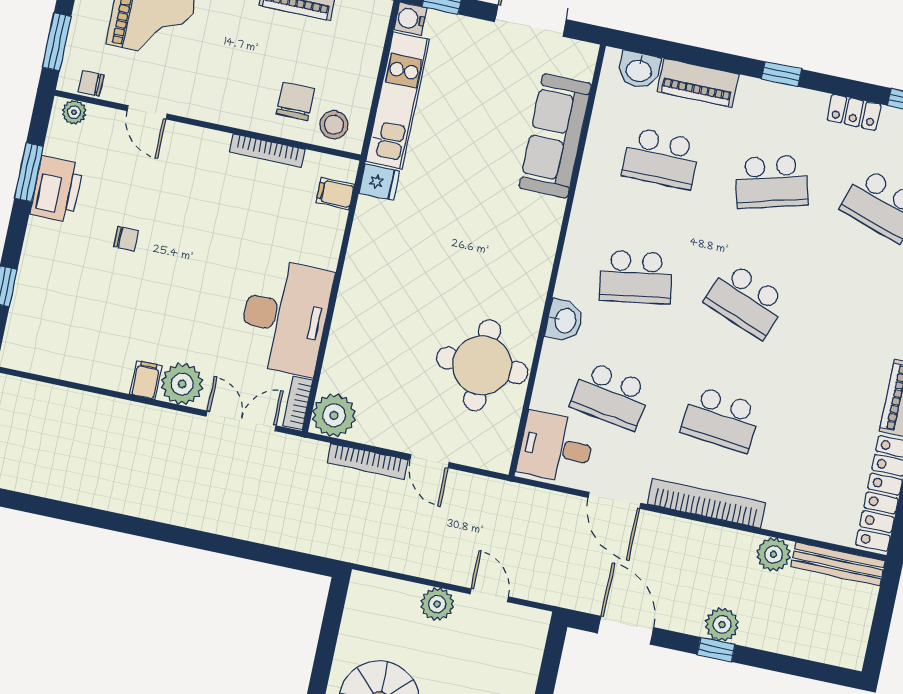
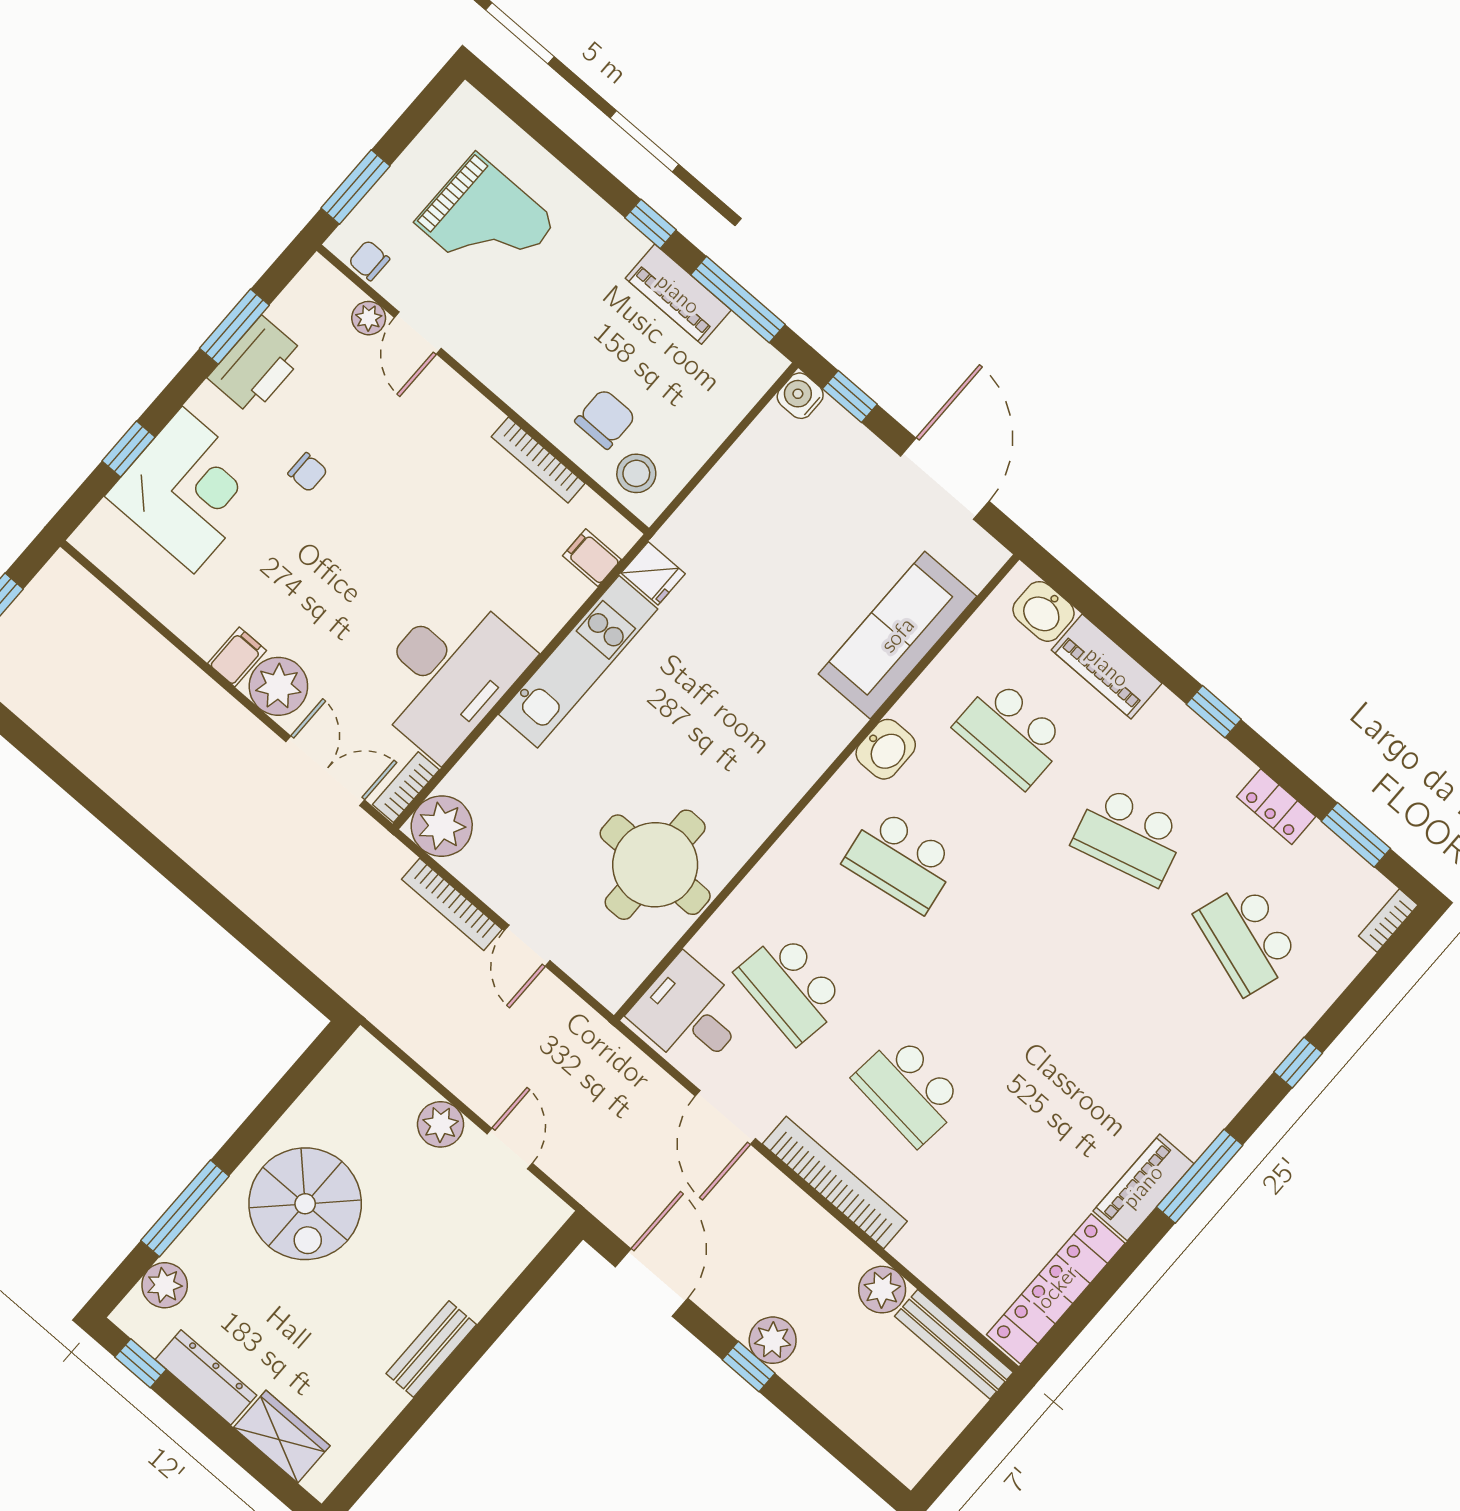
kitchen unit: (398, 101) -> (578, 662), moved
plant: (74, 112) -> (369, 318), moved
corner desk: (57, 291) -> (188, 490), added
school desk: (746, 300) -> (1019, 963), removed
washbasin: (564, 320) -> (886, 749), moved

